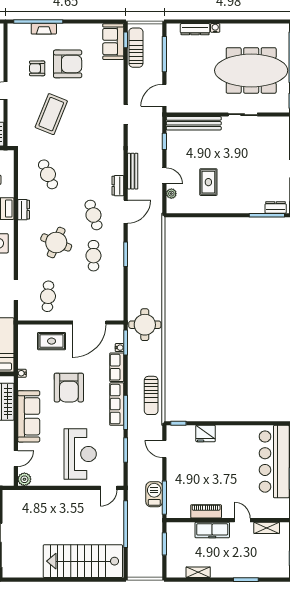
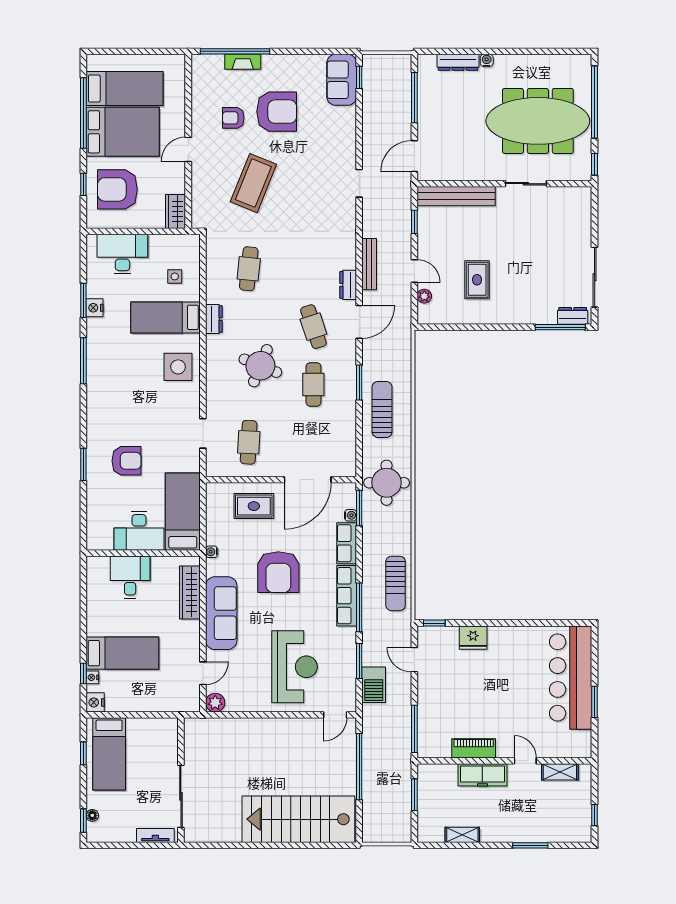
sun lounger: (136, 48) -> (382, 409), moved
cafe table: (48, 174) -> (249, 269), turned 30
barbecue: (154, 494) -> (374, 685), moved, turned 180

